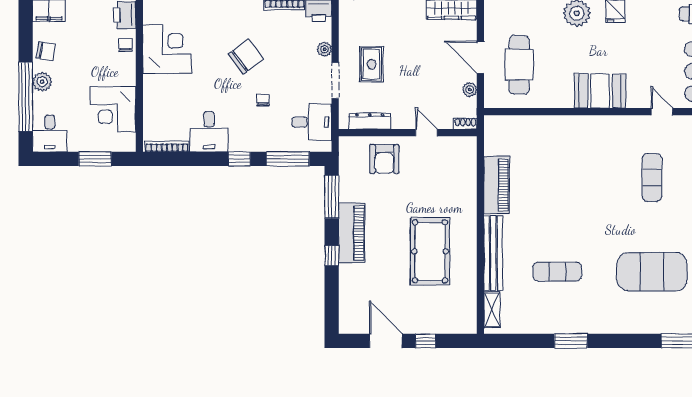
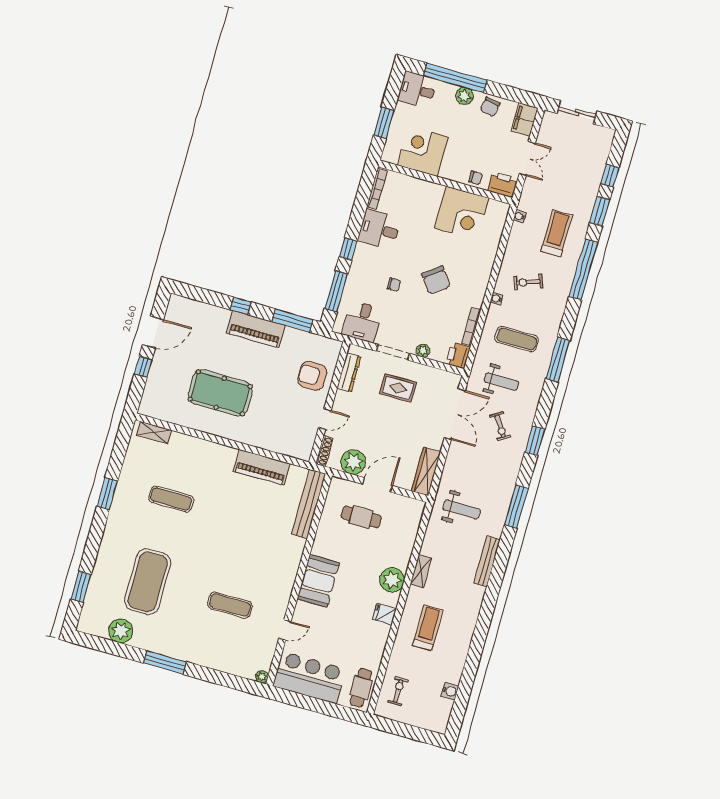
cafe table: (519, 65) -> (361, 517), width x0.73, depth x0.74
plant: (470, 90) -> (353, 462), width x1.88, depth x1.88
shoe rack: (465, 124) -> (324, 451), width x1.43
bench: (493, 253) -> (308, 504), moved, turned 90
exercise mat: (557, 272) -> (171, 499), turned 90

